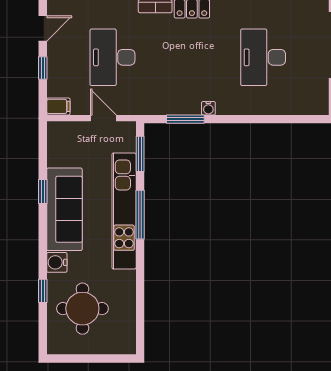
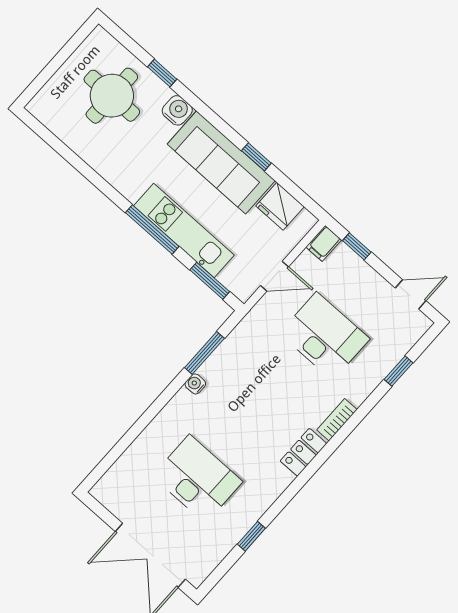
door: (43, 28) -> (411, 294), swing flipped
window: (43, 68) -> (357, 246), moved
fridge: (59, 152) -> (280, 206), added
kitchen unit: (124, 211) -> (184, 230), width x0.73

